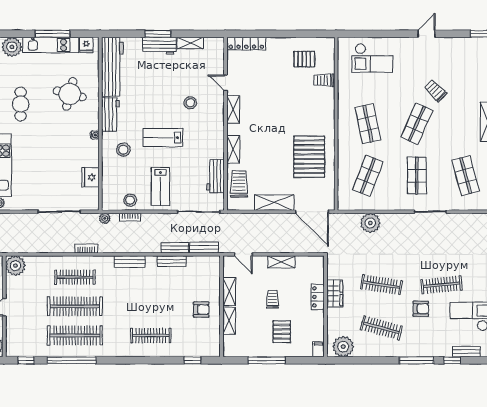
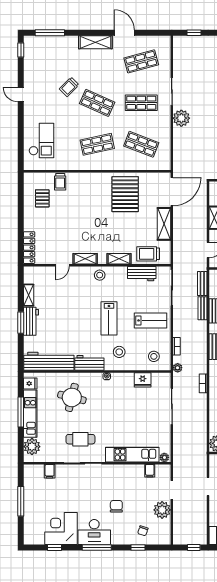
stool: (190, 103) -> (100, 275), moved
pallet: (309, 157) -> (125, 194), turned 90
stool: (130, 200) -> (154, 356), moved
plant: (370, 223) -> (181, 118), moved

